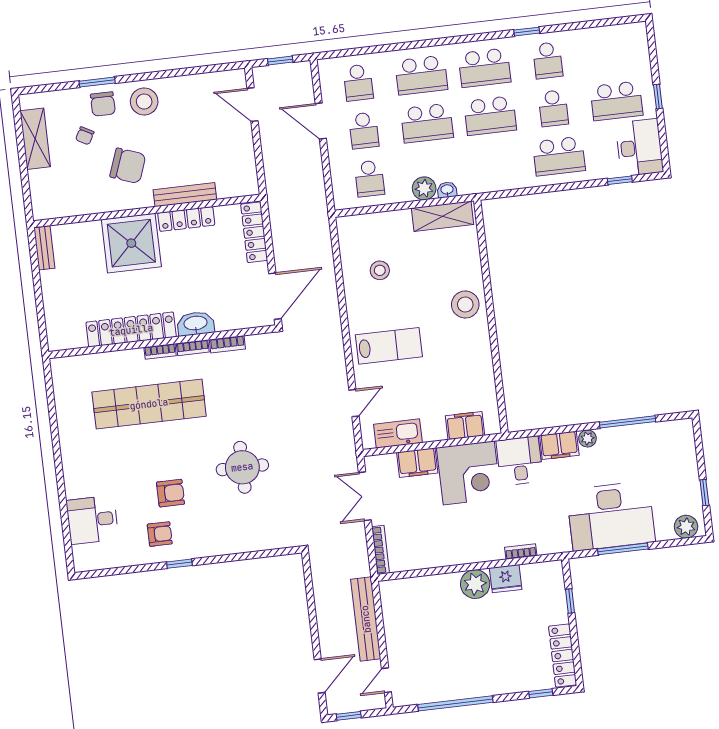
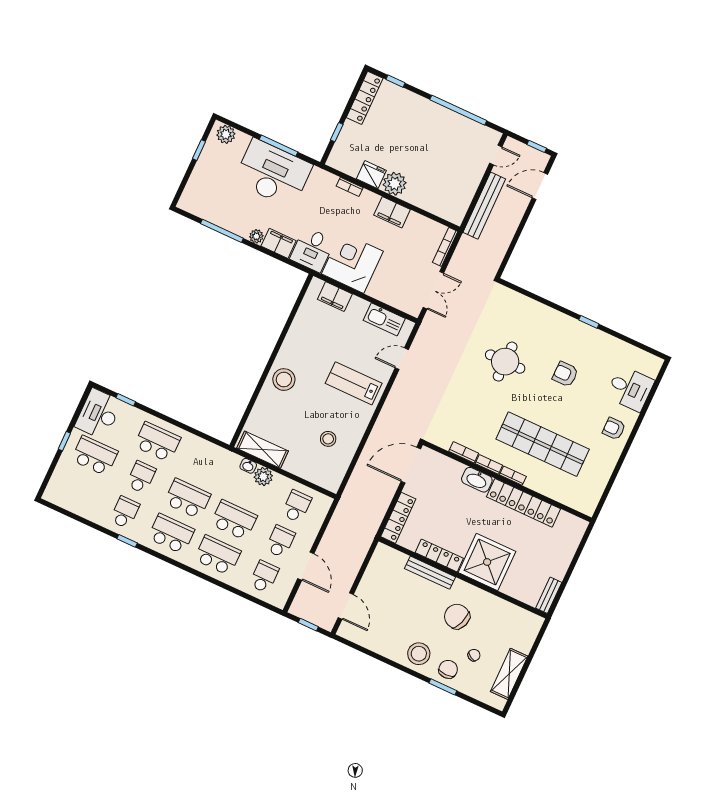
filing cabinet: (417, 463) -> (392, 212), moved, turned 180
armchair: (160, 534) -> (614, 429), moved

